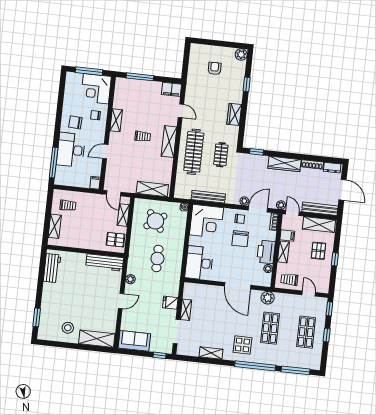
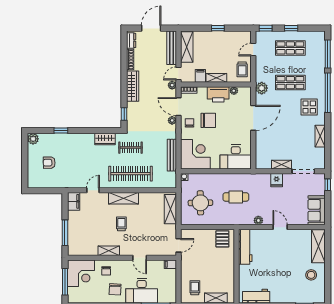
wardrobe: (234, 114) -> (105, 139), moved
shelving: (123, 215) -> (198, 234), removed
round table: (155, 221) -> (200, 203), turned 35
pallet: (318, 251) -> (212, 45), removed

